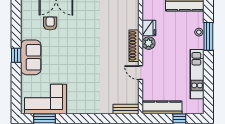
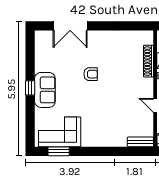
armchair: (50, 24) -> (91, 74), moved, turned 90
shoe rack: (134, 46) -> (148, 61), moved

